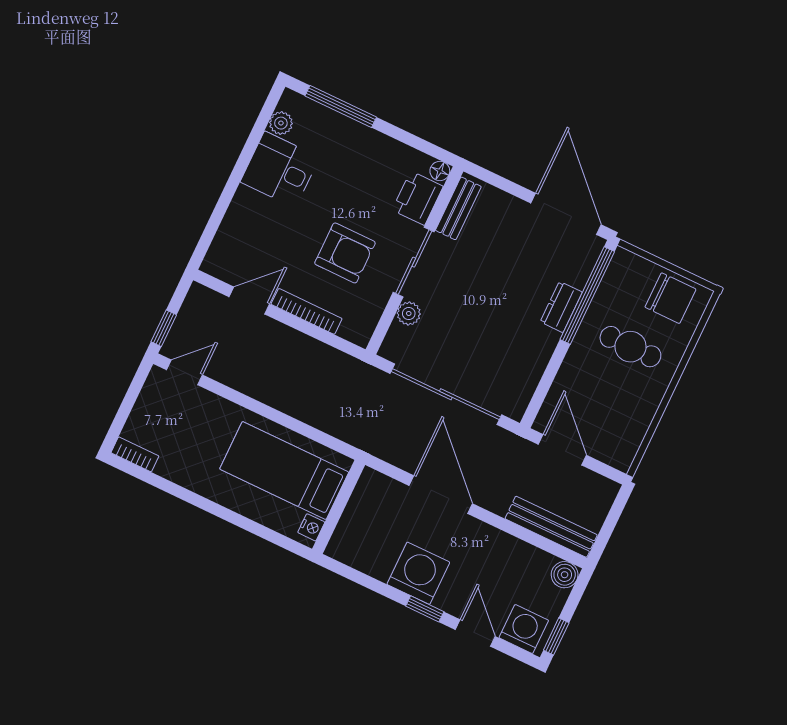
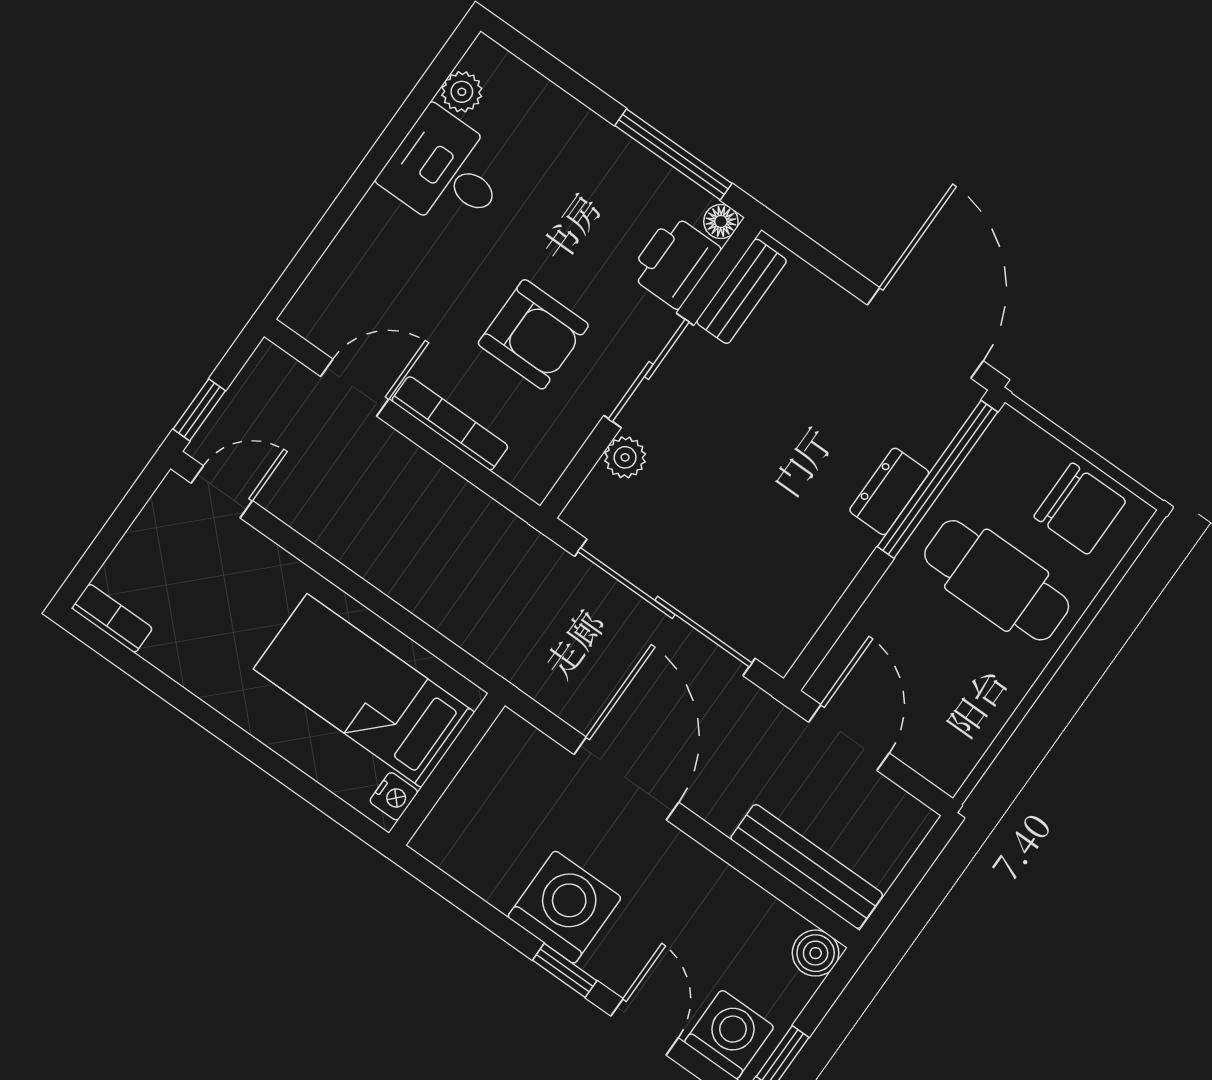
window: (341, 106) -> (673, 154), moved
cafe table: (630, 347) -> (997, 580), width x1.37, depth x1.35

